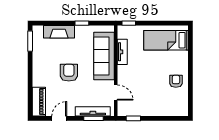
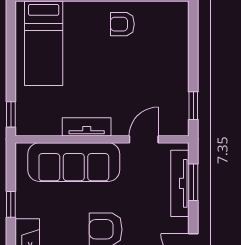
tv unit: (122, 52) -> (87, 127), moved

